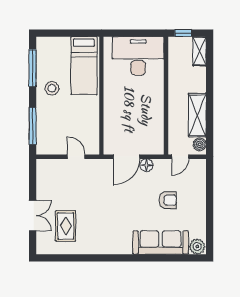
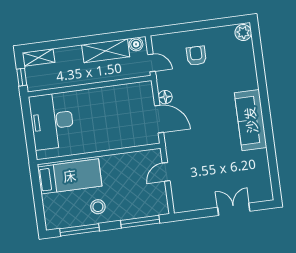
armchair: (168, 200) -> (196, 56), moved
rug: (66, 226) -> (240, 173), removed
sofa: (161, 242) -> (251, 120), moved

